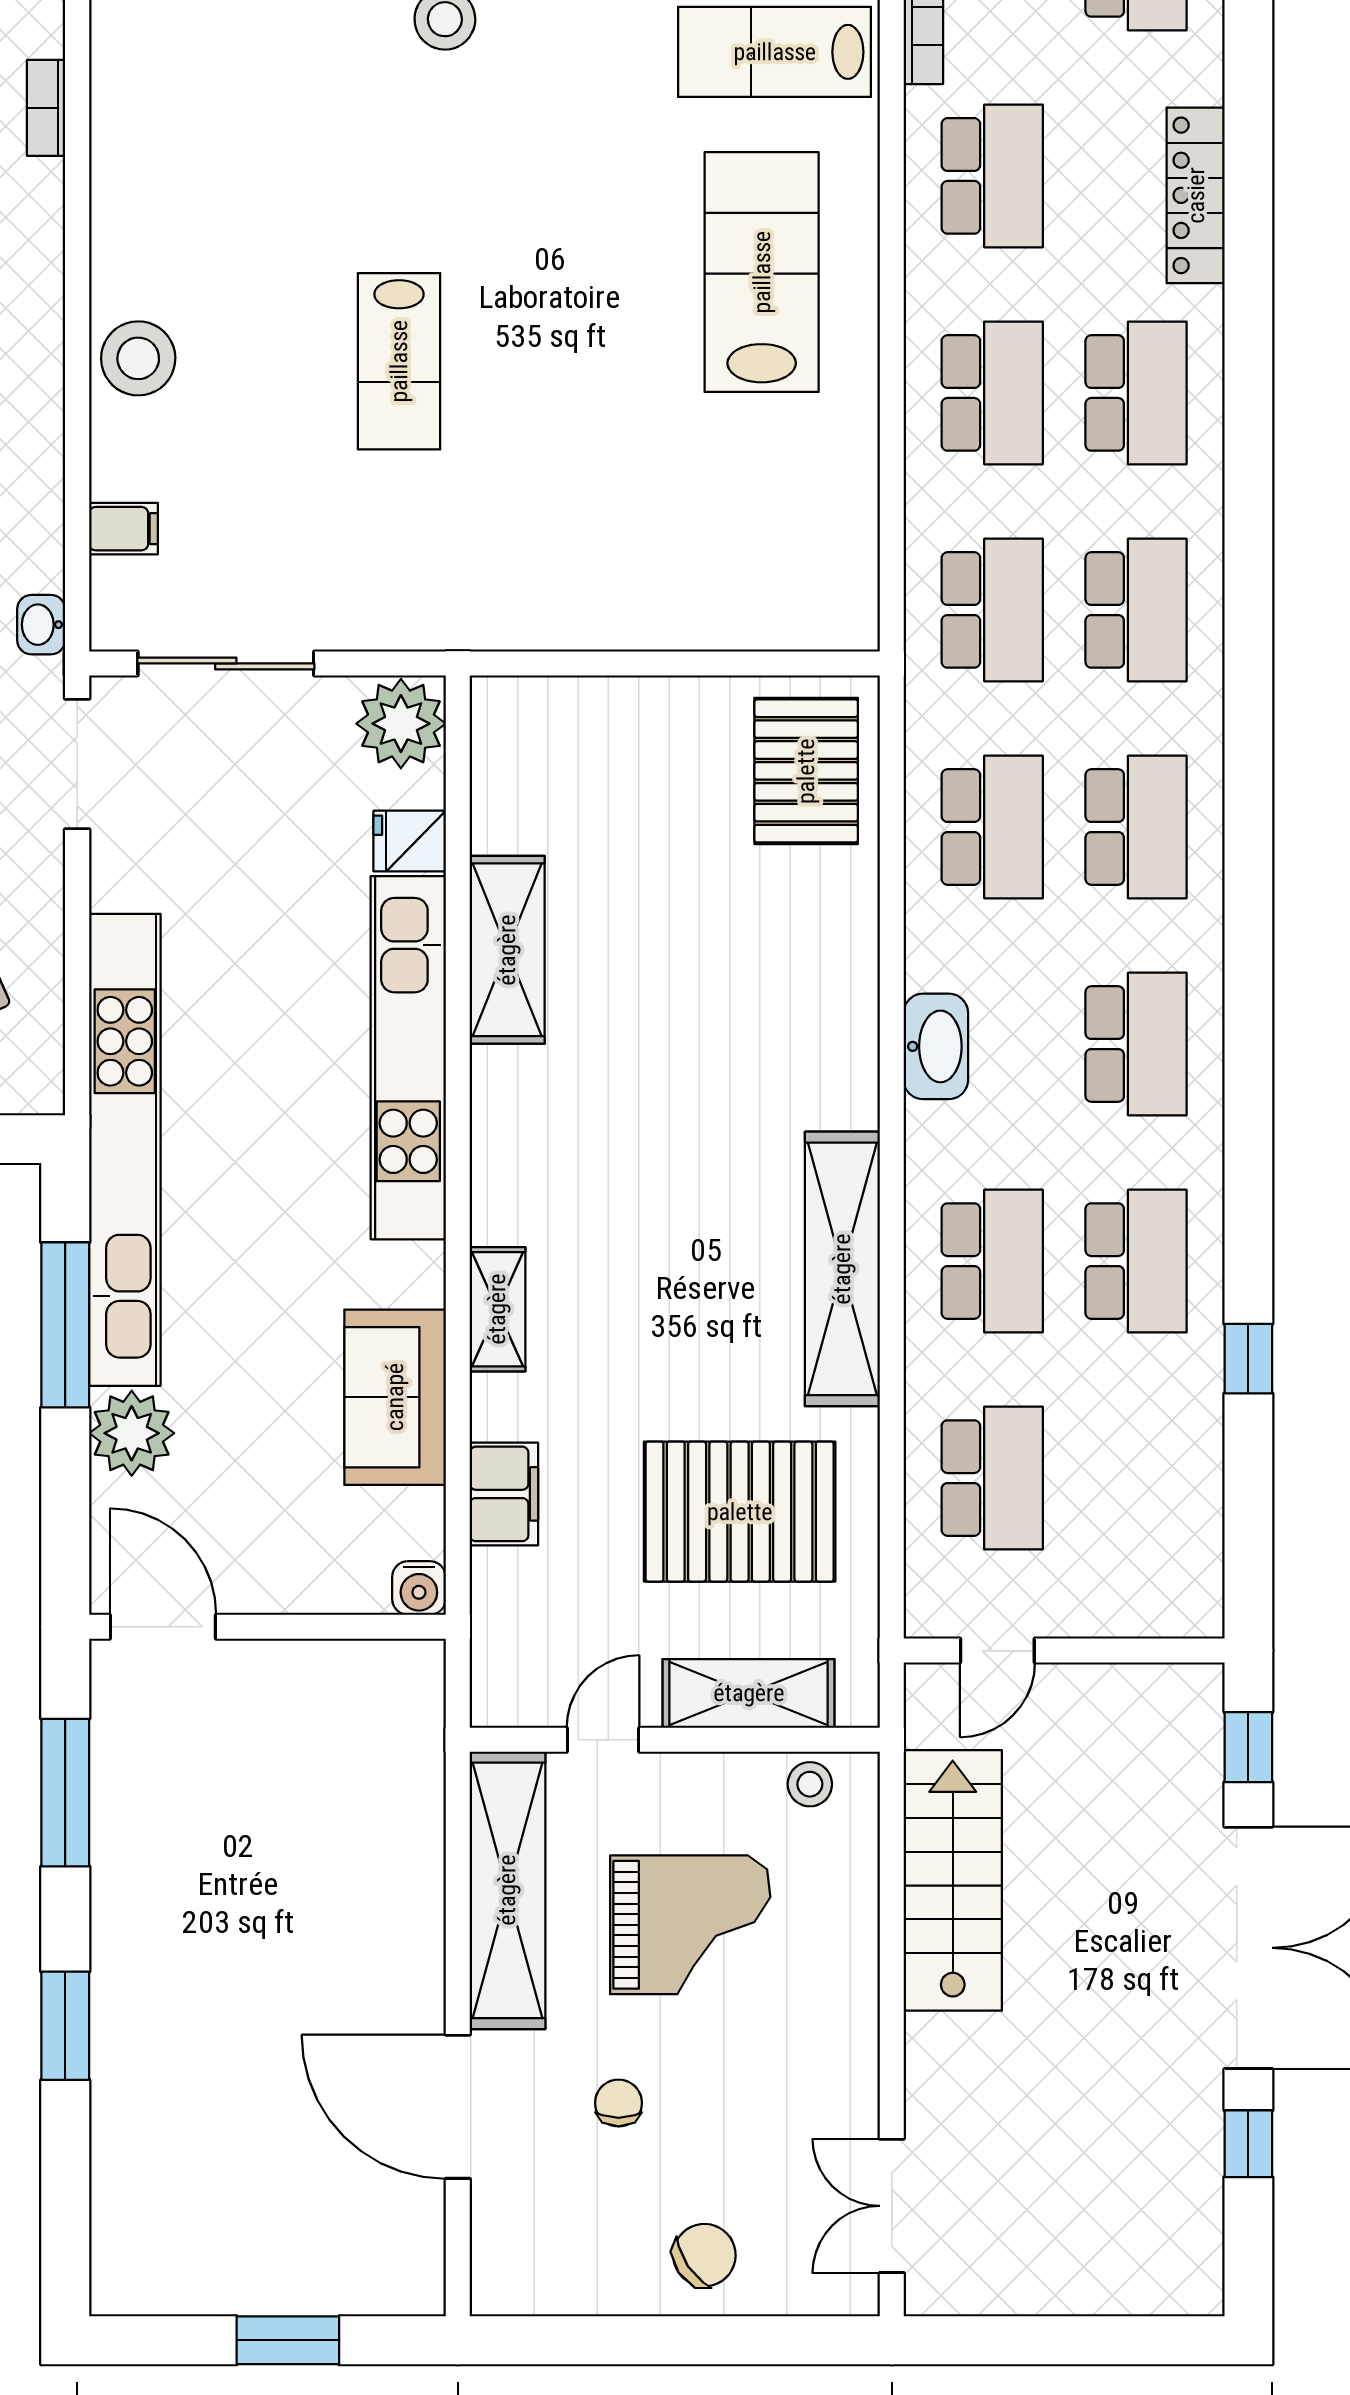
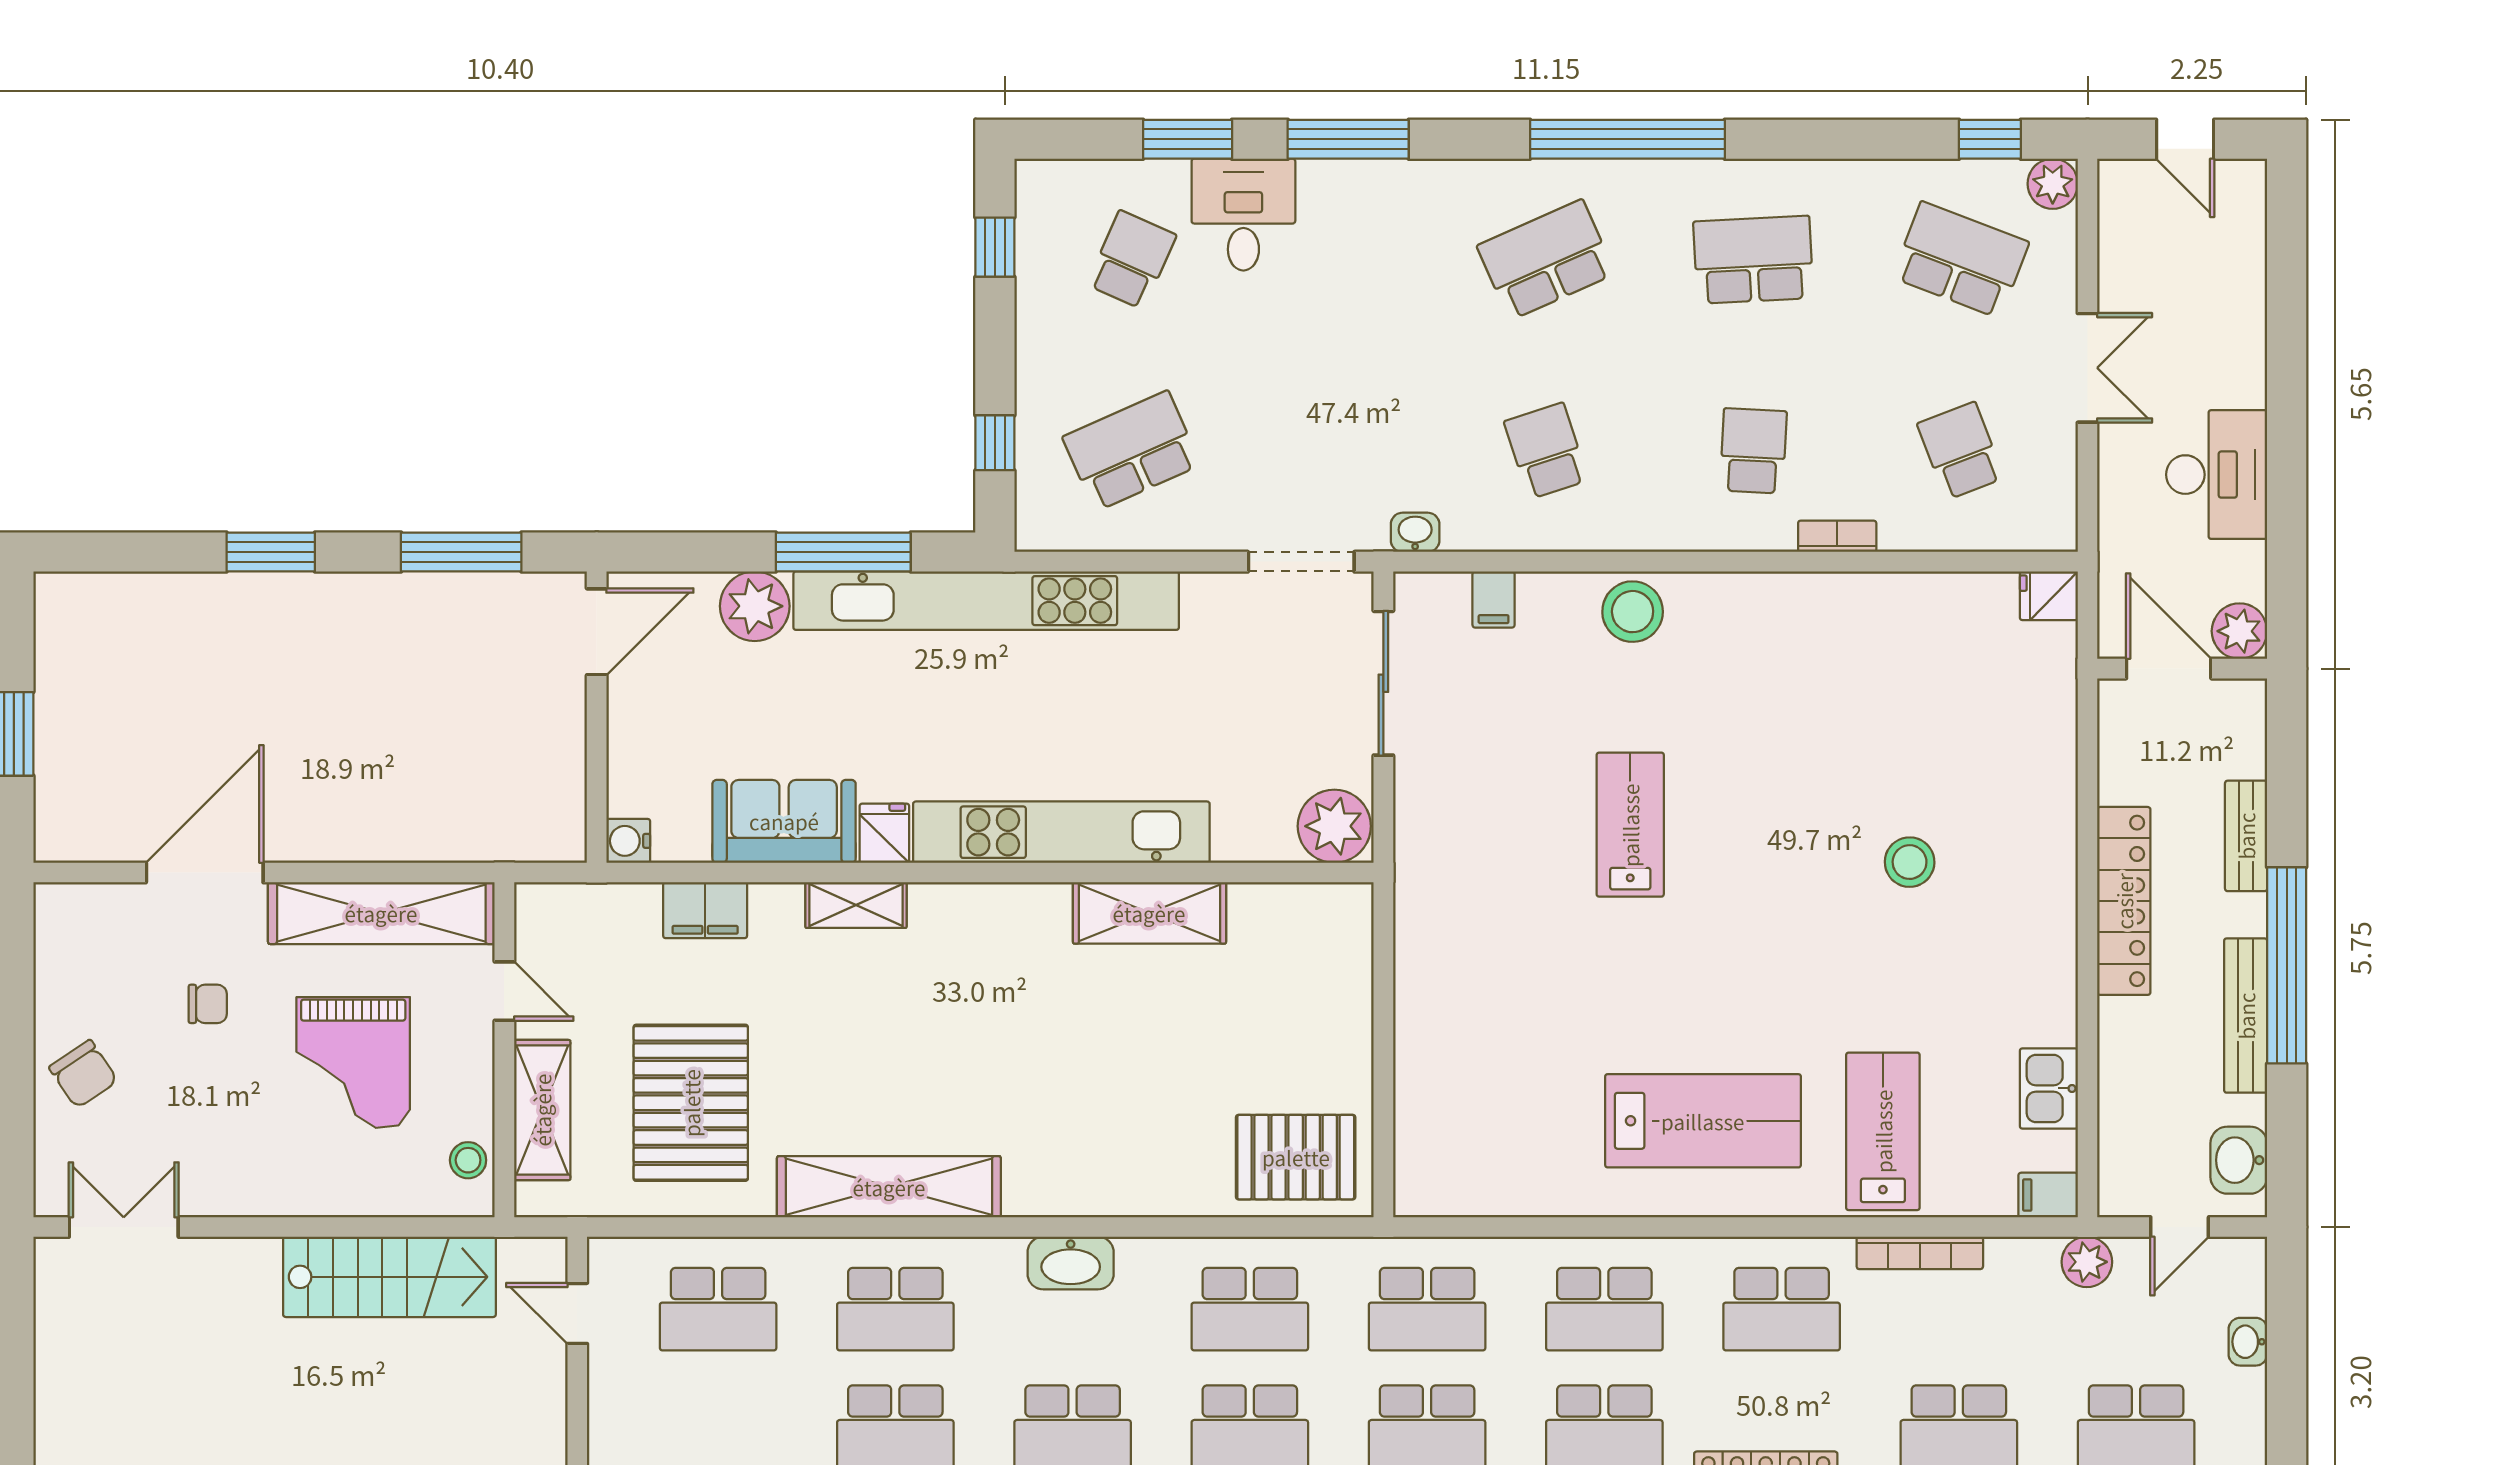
lab bench: (399, 361) -> (1630, 825), turned 90
fridge: (410, 841) -> (884, 833), moved

